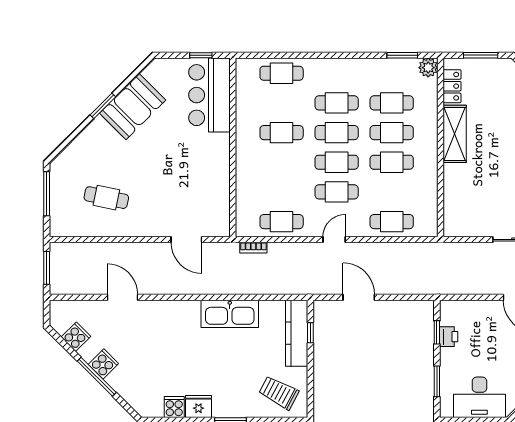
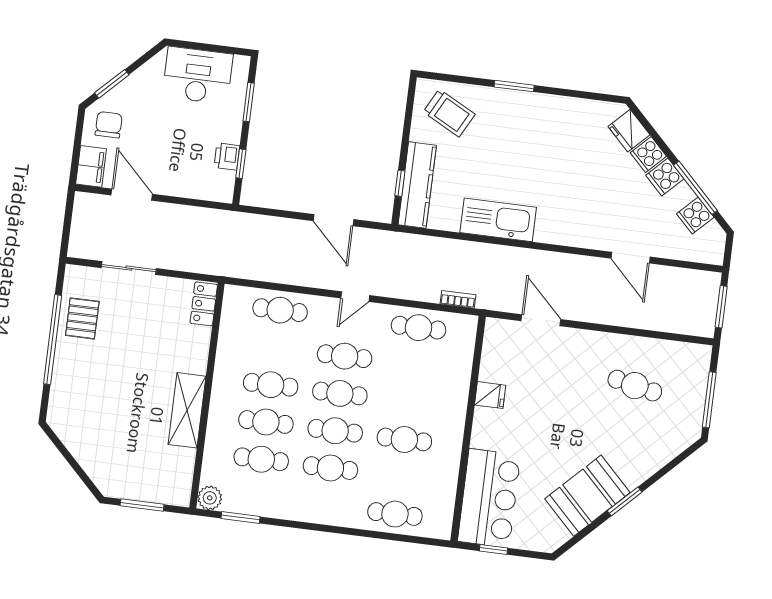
locker: (452, 86) -> (204, 304), moved
fridge: (219, 176) -> (490, 395), added
window: (97, 377) -> (695, 188), moved
fridge: (198, 406) -> (629, 131), moved, turned 45
cooker: (174, 407) -> (648, 155), moved, turned 45

